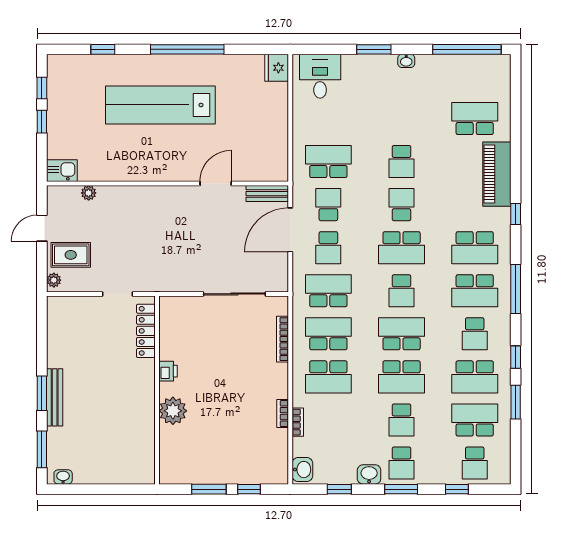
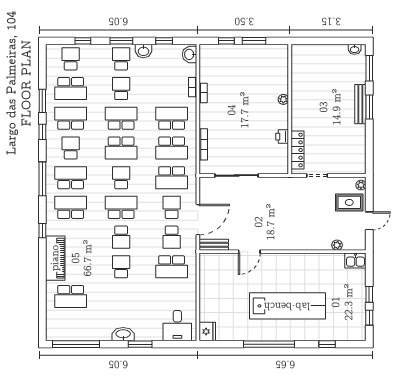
washbasin: (406, 61) -> (123, 334), width x1.91, depth x1.45
printer: (168, 371) -> (282, 137), moved
plant: (173, 411) -> (283, 99), width x0.53, depth x0.53

